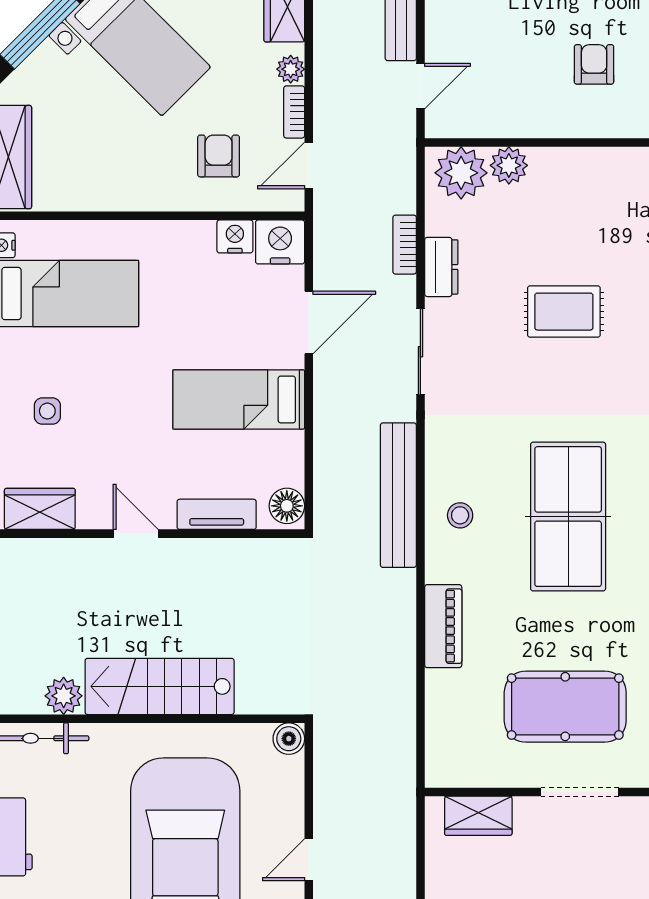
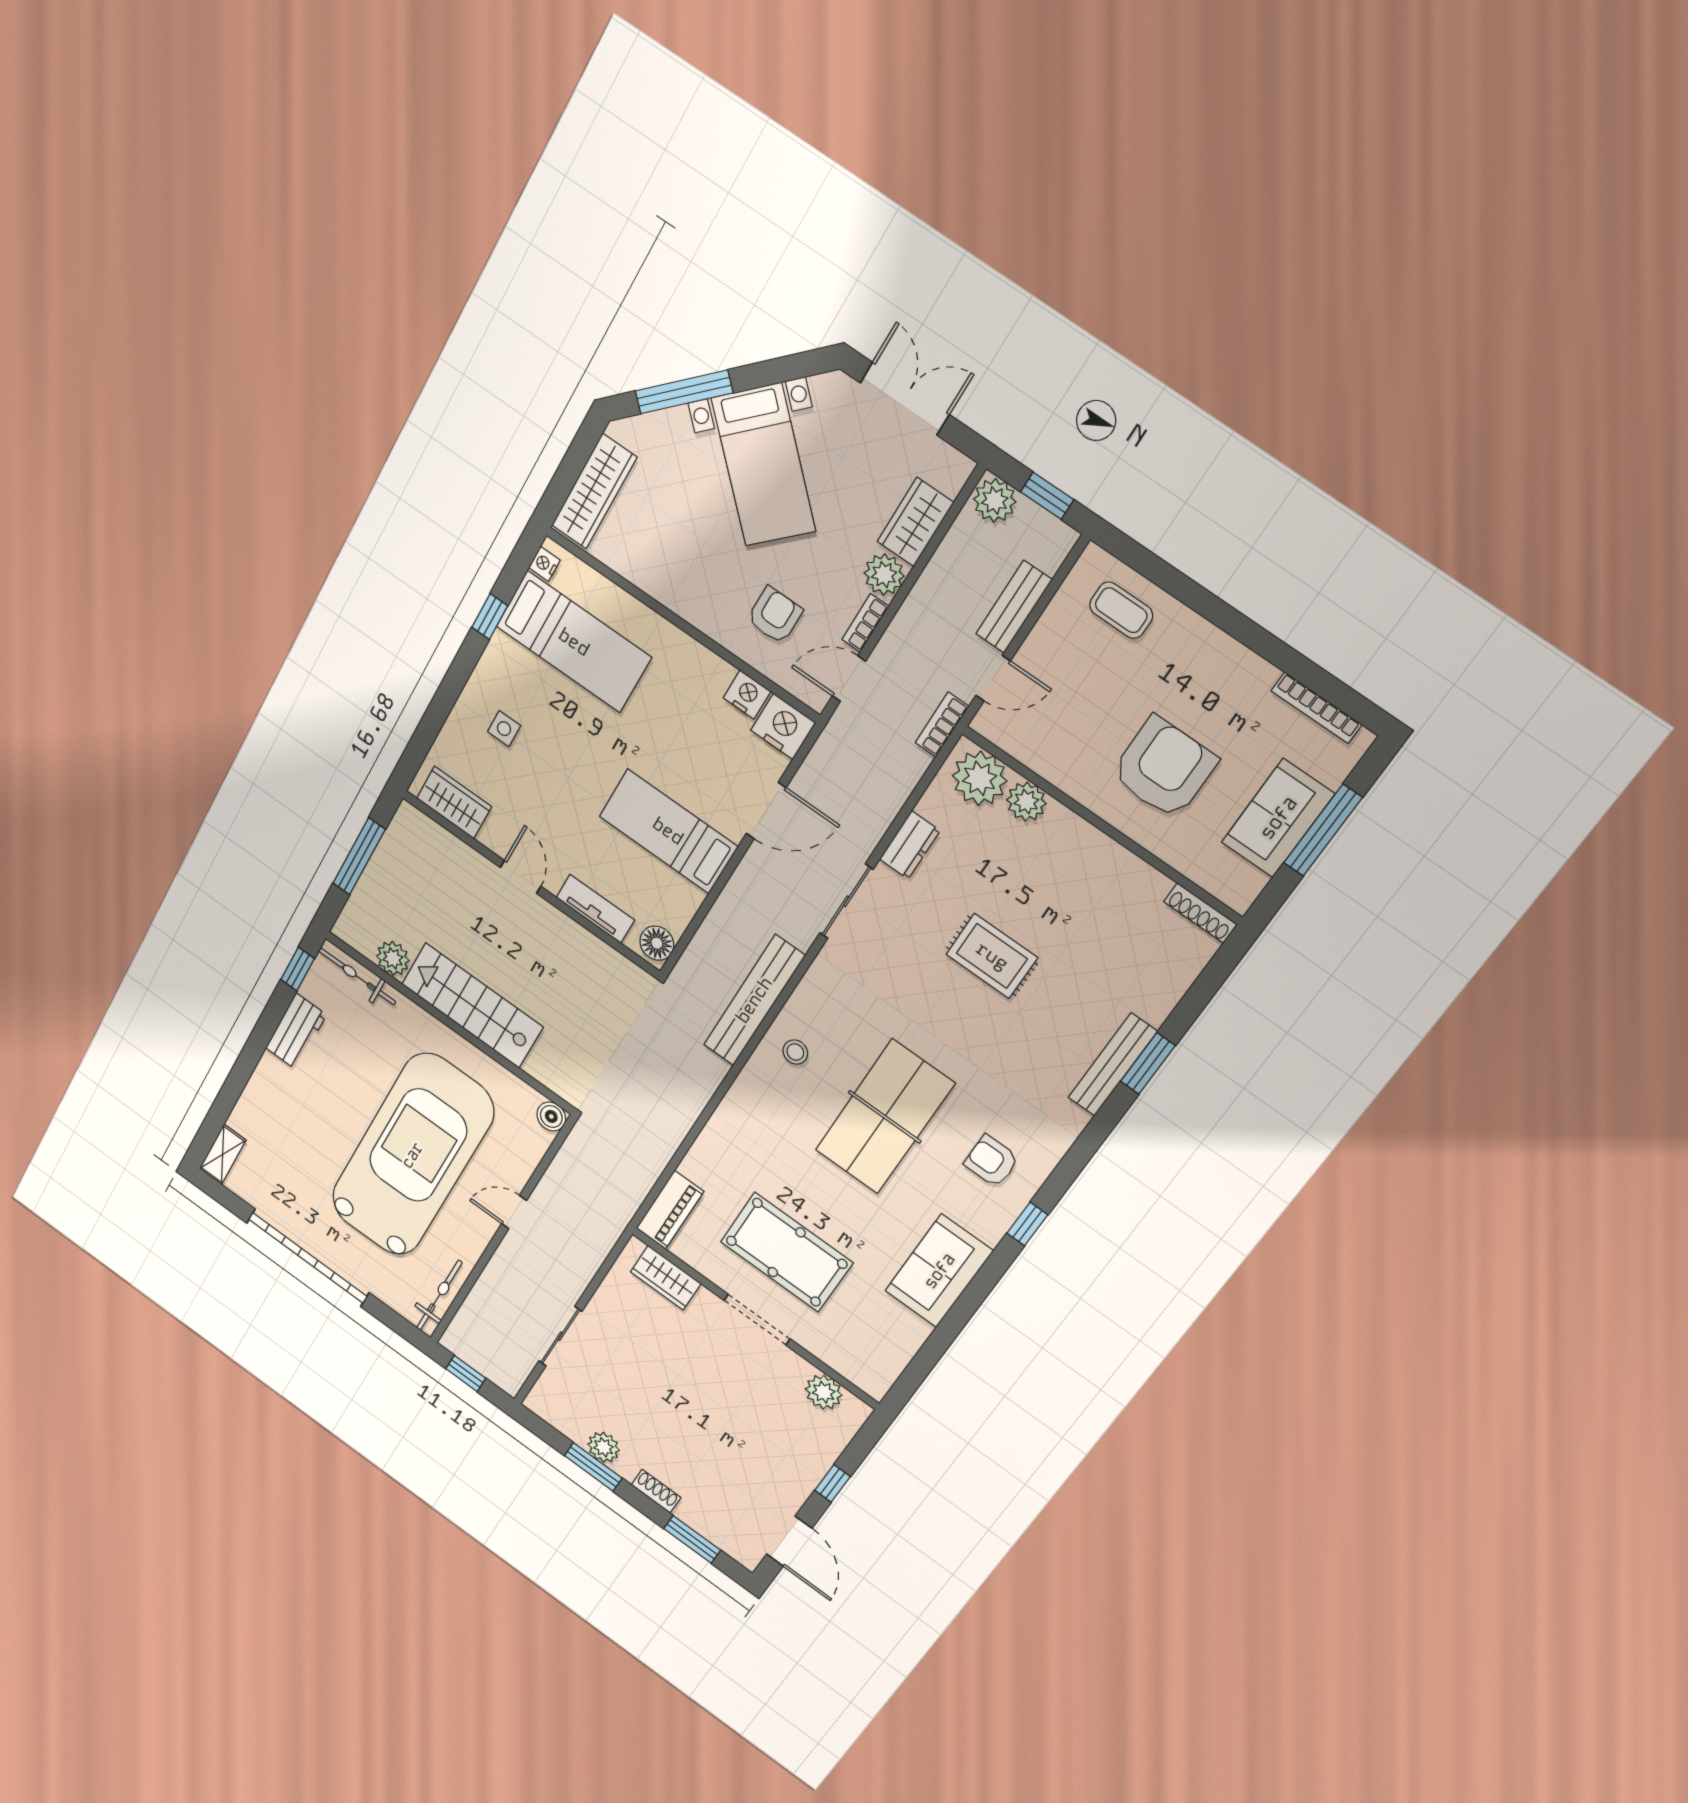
armchair: (594, 64) -> (1164, 768), width x1.88, depth x1.88
plant: (291, 69) -> (884, 575), width x1.38, depth x1.38
bookcase: (405, 245) -> (942, 725), moved
piano: (443, 626) -> (670, 1210), moved

